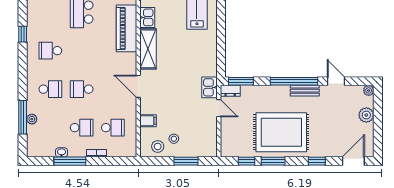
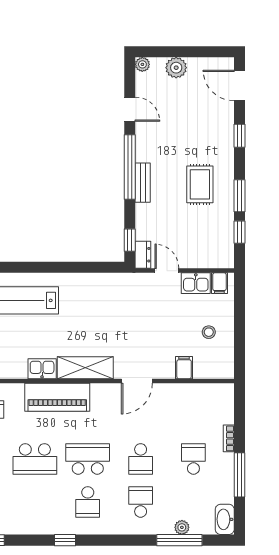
window: (241, 81) -> (130, 240), width x0.67
door: (336, 81) -> (130, 109), swing flipped
kitchen sink: (210, 87) -> (196, 283), moved
bench: (305, 91) -> (143, 183), moved
door: (219, 108) -> (167, 271), hinge flipped
school desk: (113, 128) -> (88, 459), moved, width x1.85
rug: (281, 132) -> (200, 184), width x0.54, depth x0.49
stool: (158, 146) -> (219, 354), removed
filing cabinet: (209, 146) -> (219, 283), added
washbasin: (62, 152) -> (225, 519), moved, width x1.91, depth x1.45
window: (186, 161) -> (240, 315), removed

